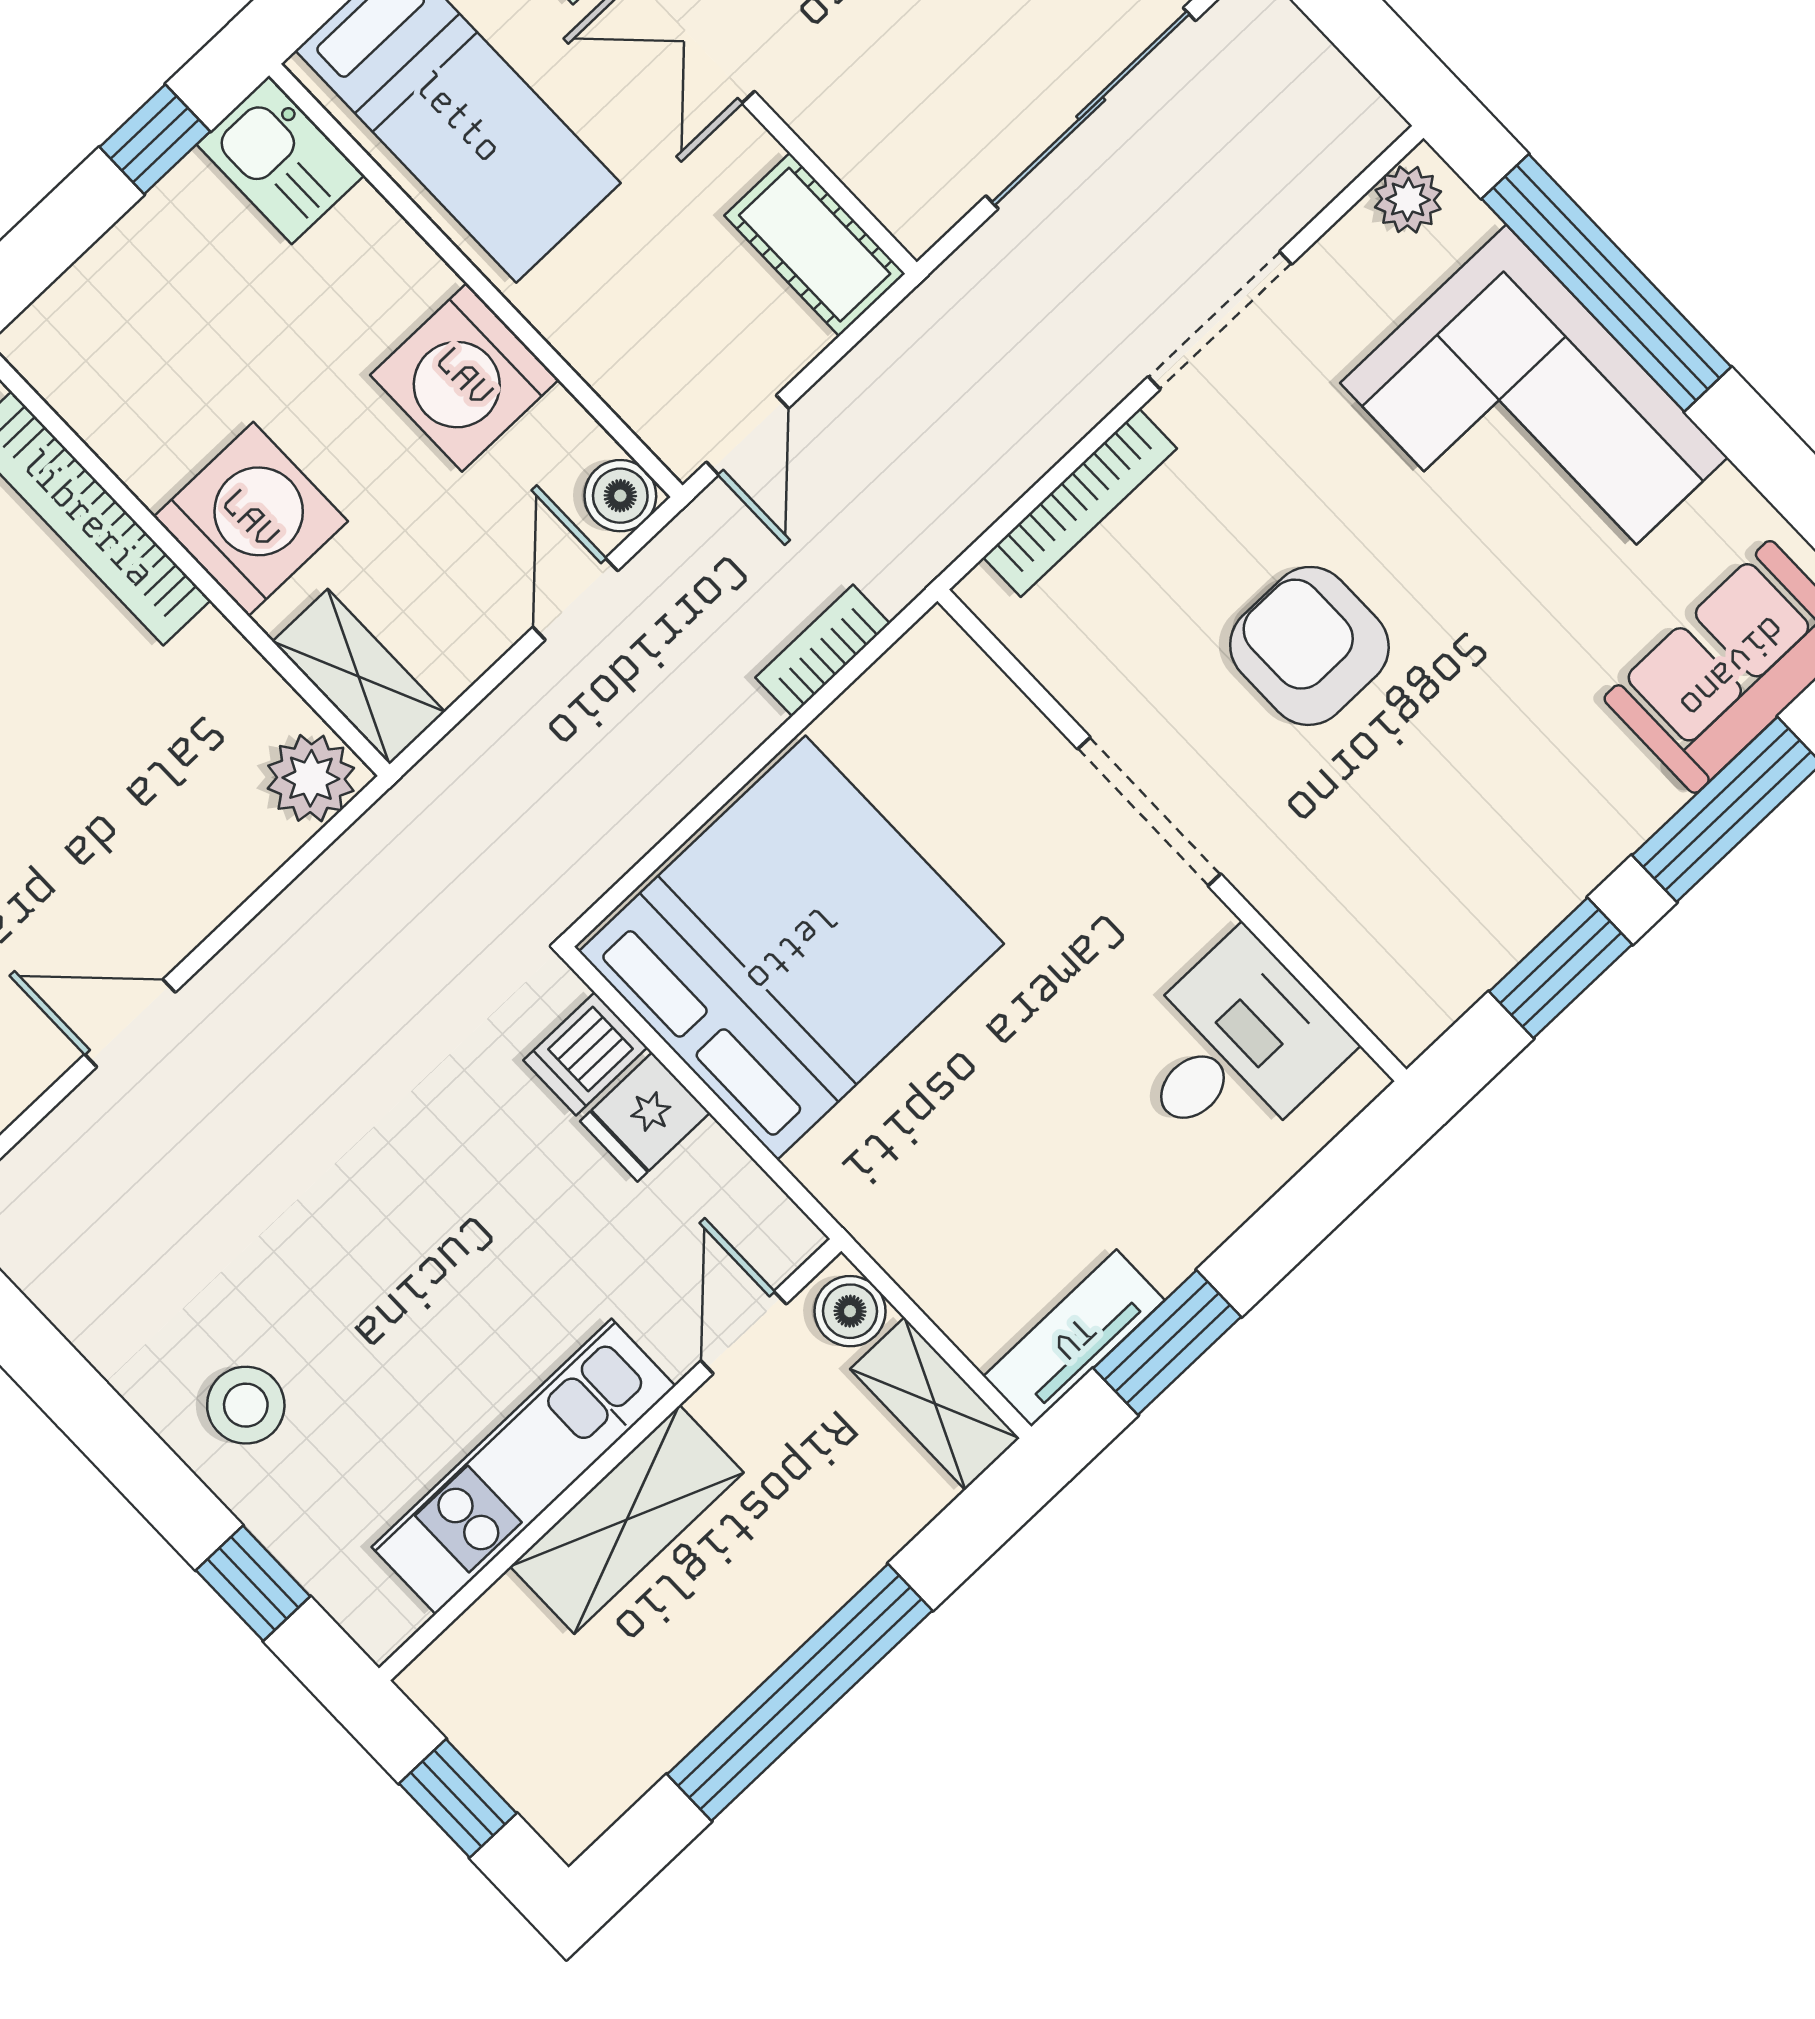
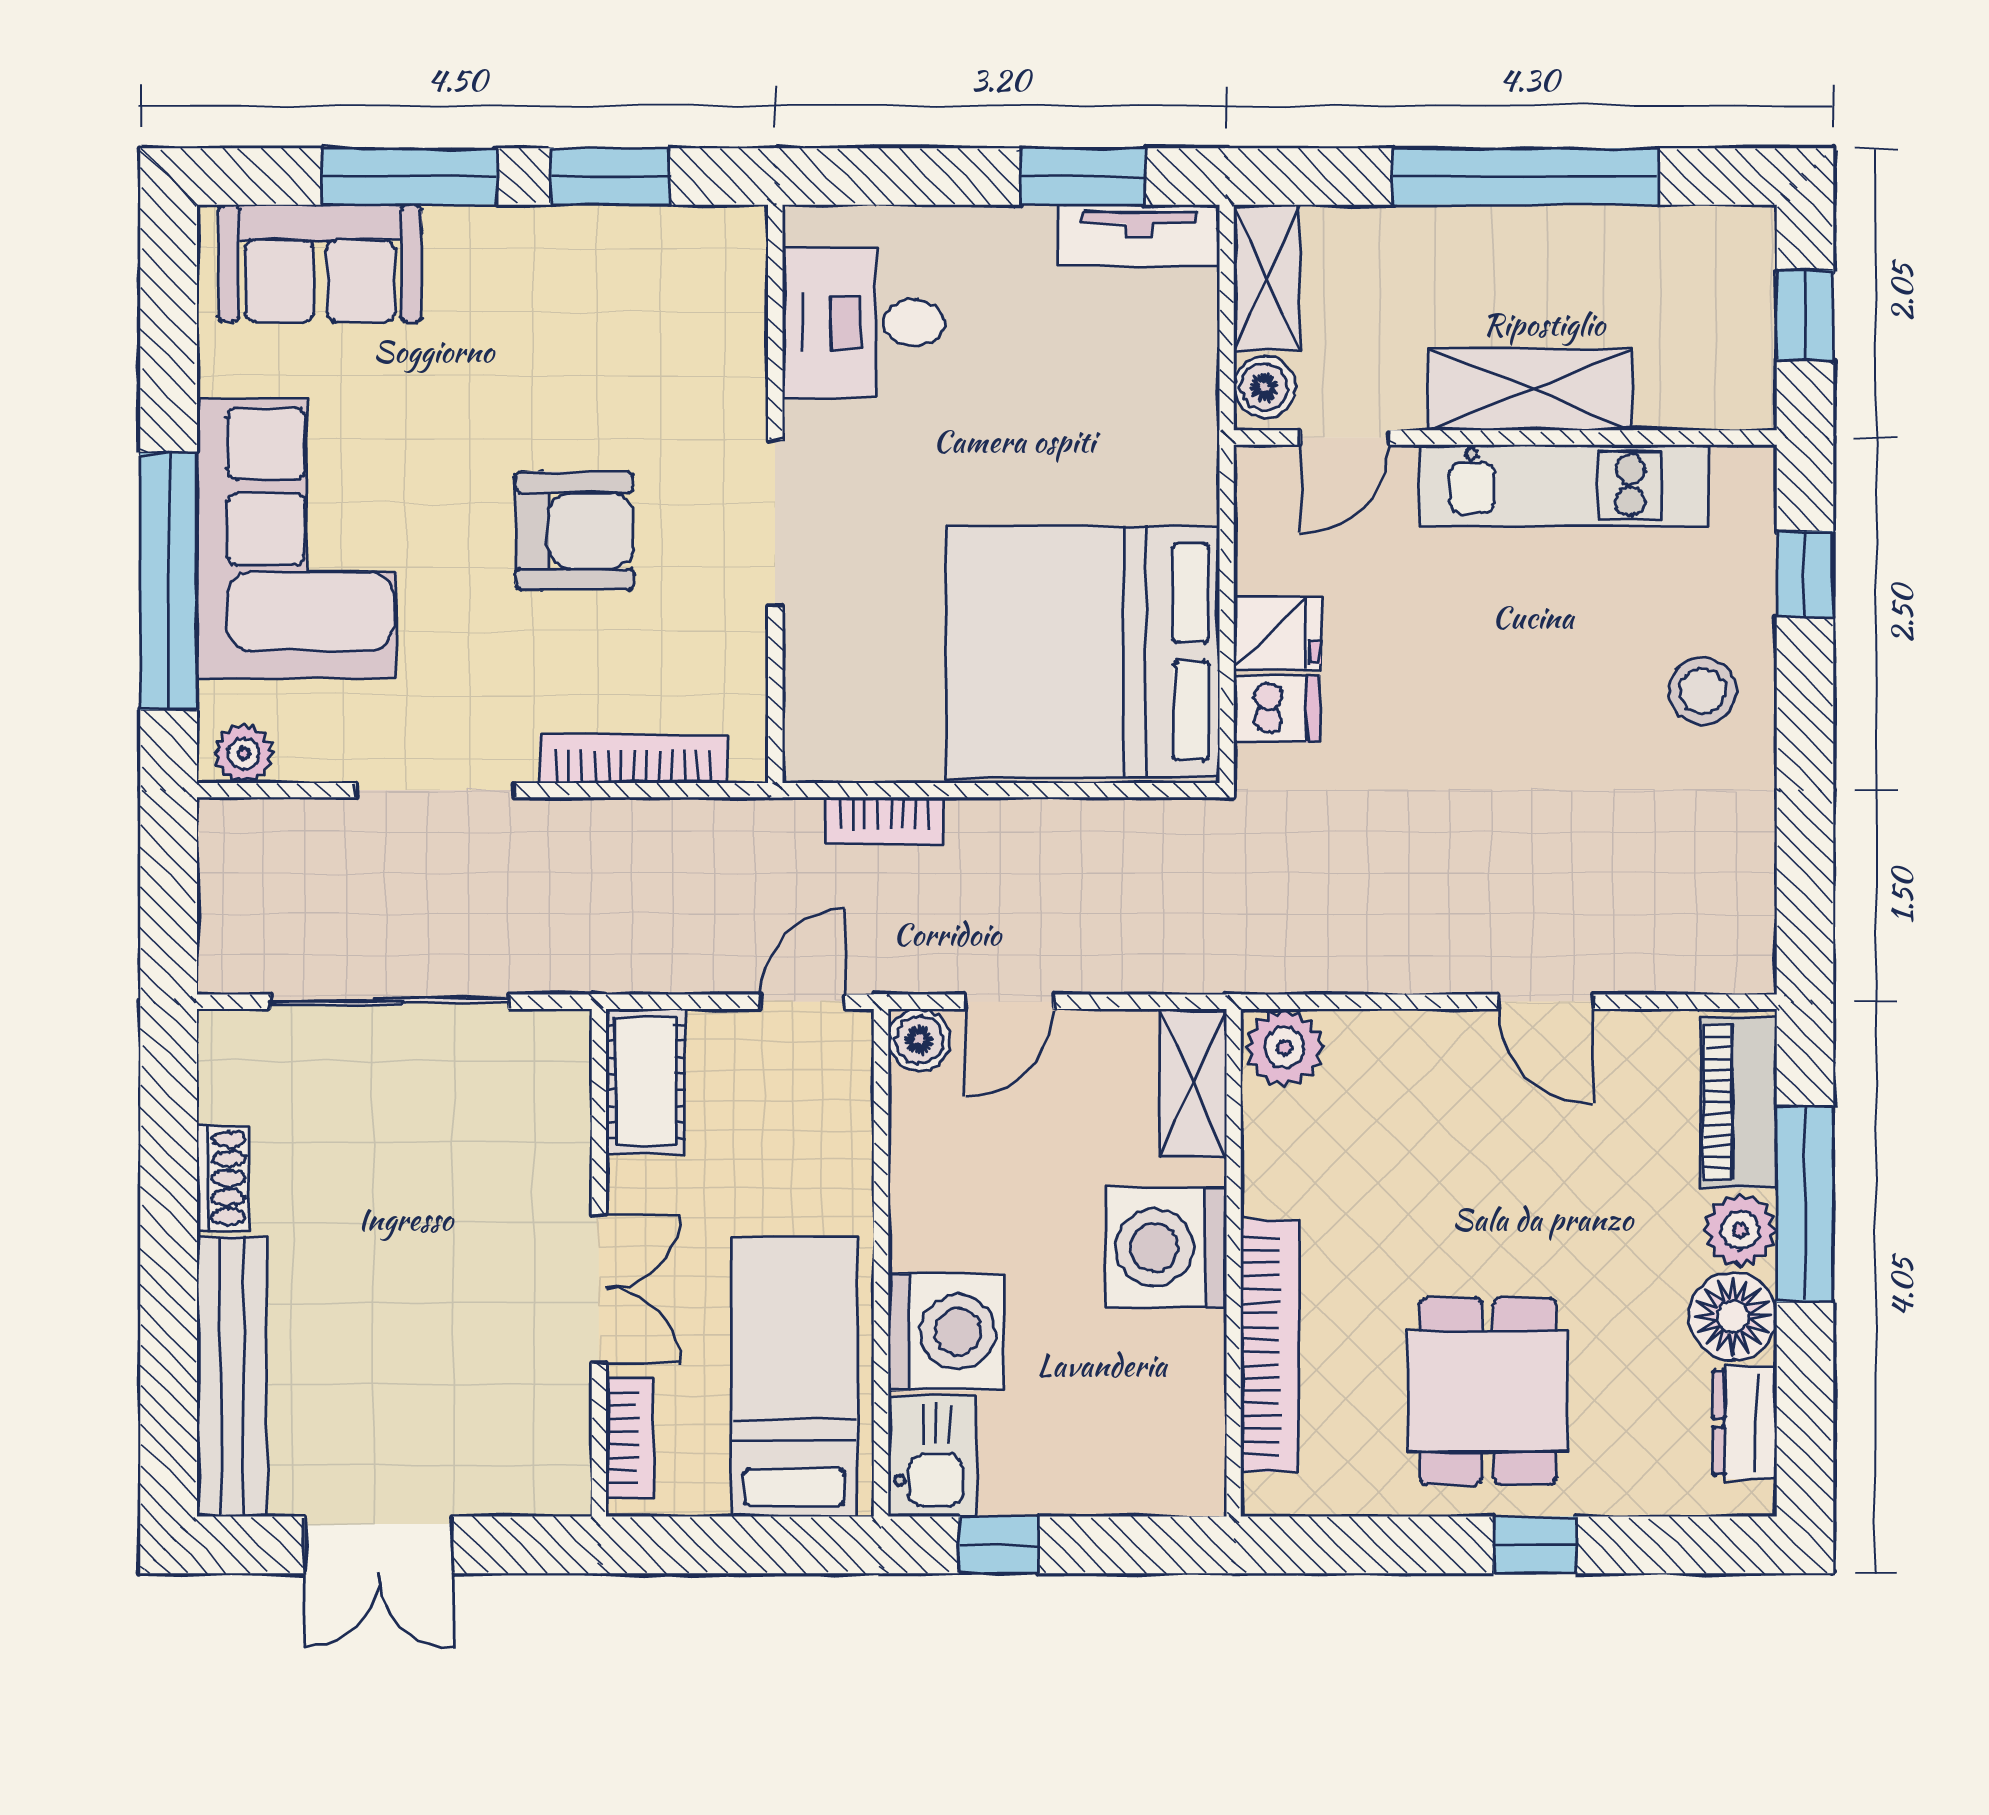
washing machine: (465, 377) -> (946, 1332), moved
armchair: (1309, 646) -> (575, 531), turned -90

